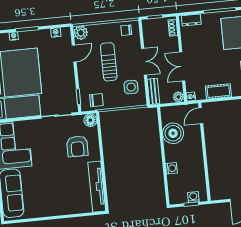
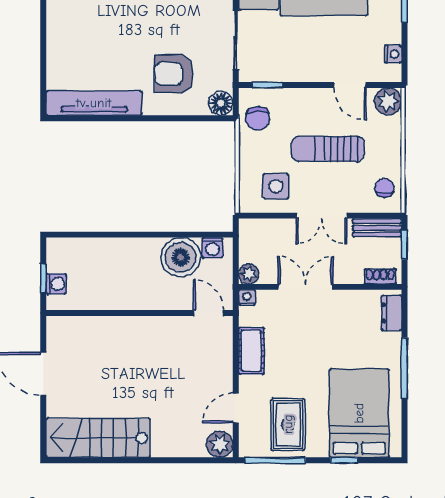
sun lounger: (109, 62) -> (328, 149), turned 180
bench: (153, 91) -> (377, 228), moved
washing machine: (171, 168) -> (213, 248), moved

